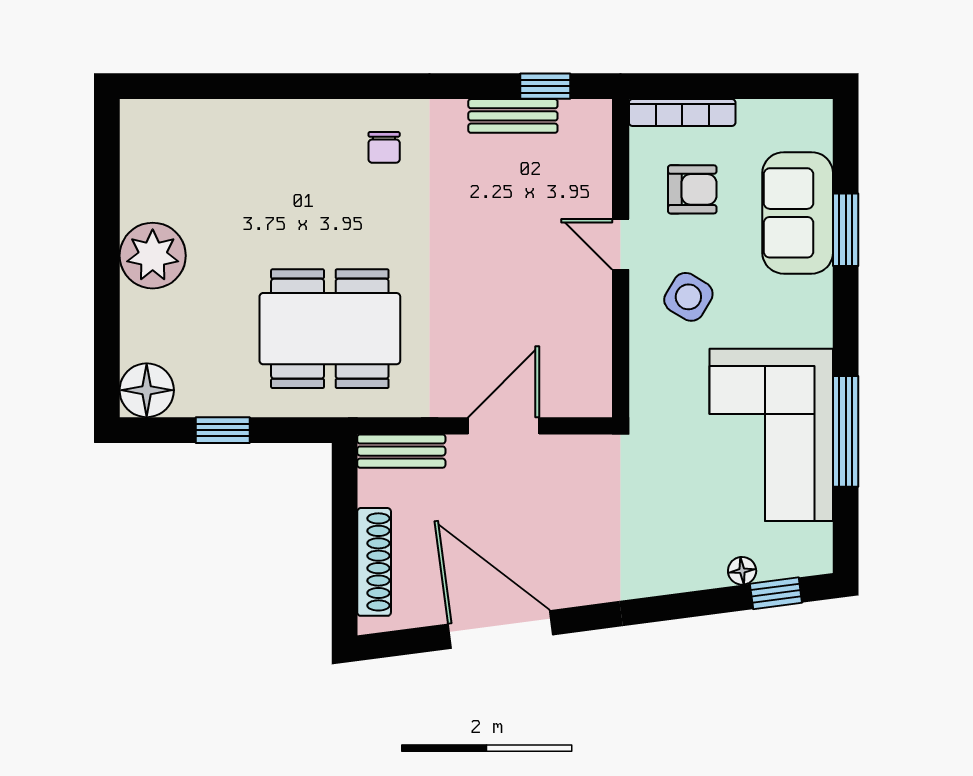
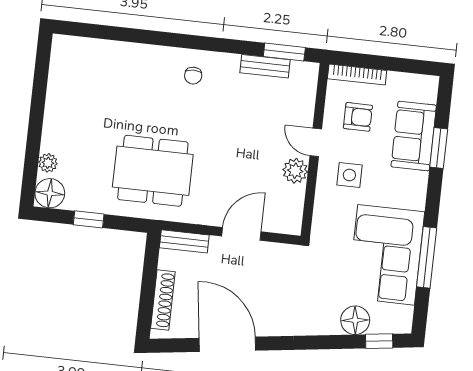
window: (545, 86) -> (284, 52), width x1.50
plant: (153, 256) -> (48, 163), moved, width x0.53, depth x0.53
side table: (688, 297) -> (349, 175), turned -31
plant: (589, 300) -> (295, 171), added
floor lamp: (742, 571) -> (355, 320), width x1.89, depth x1.89

